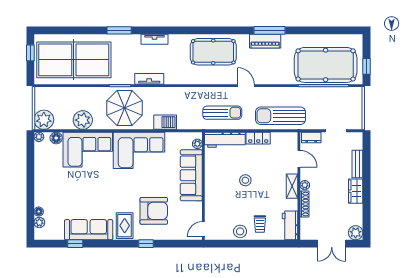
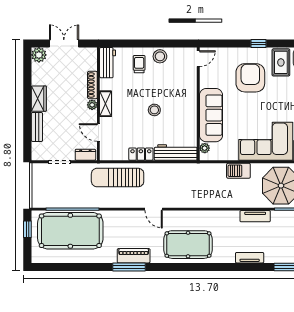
sun lounger: (222, 113) -> (179, 181), removed
sun lounger: (280, 116) -> (118, 178), turned 180
armchair: (154, 211) -> (250, 78), turned 90

